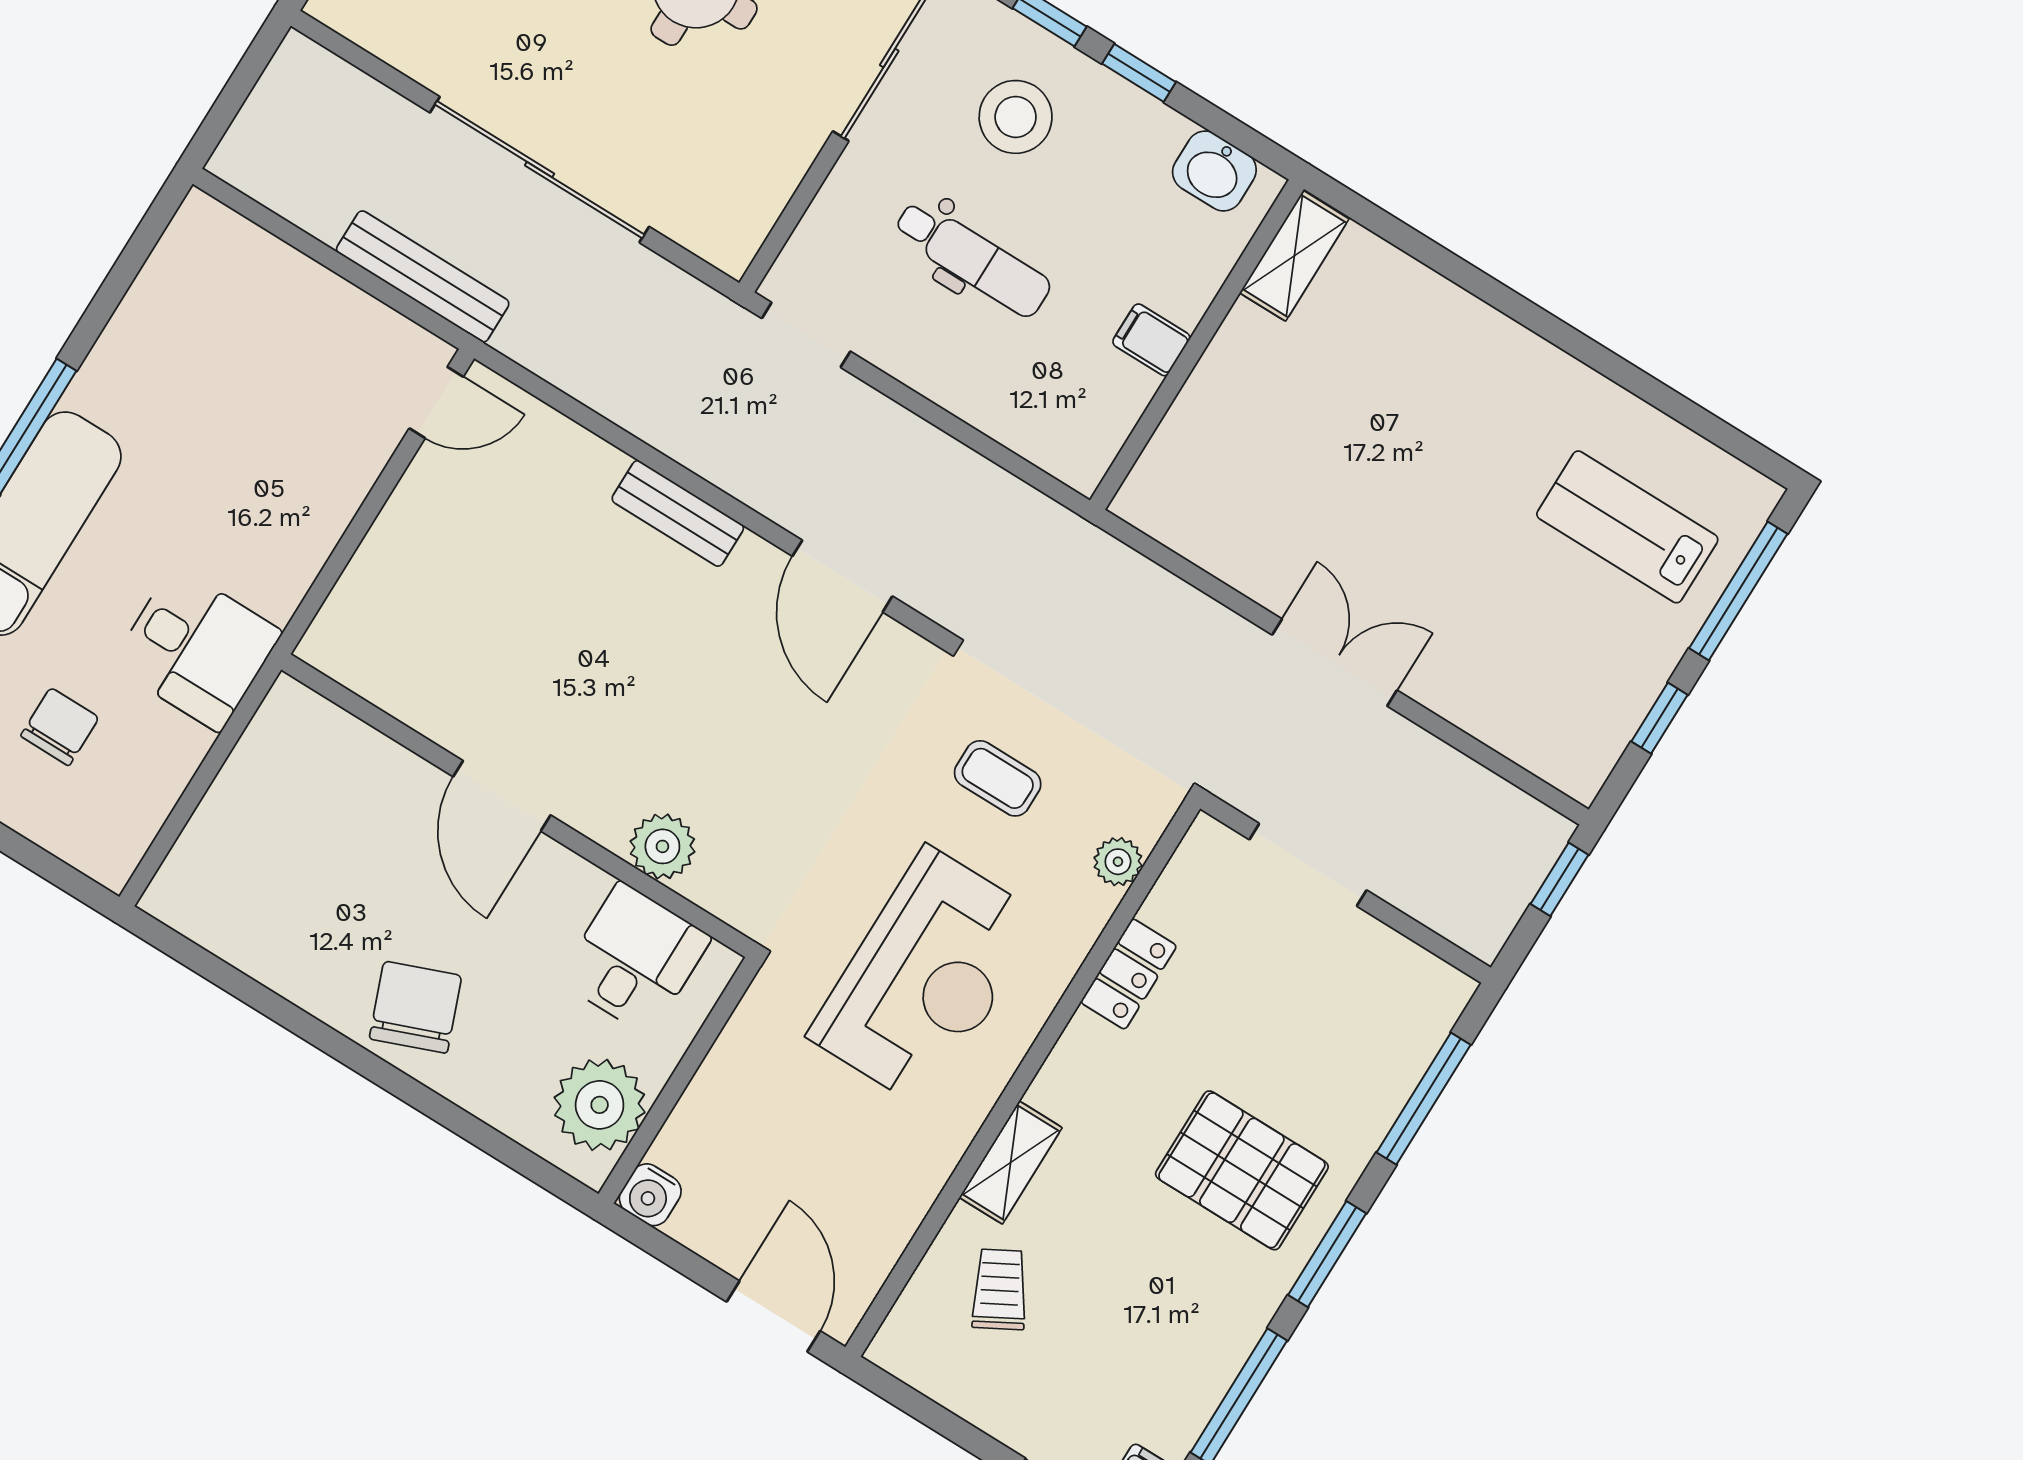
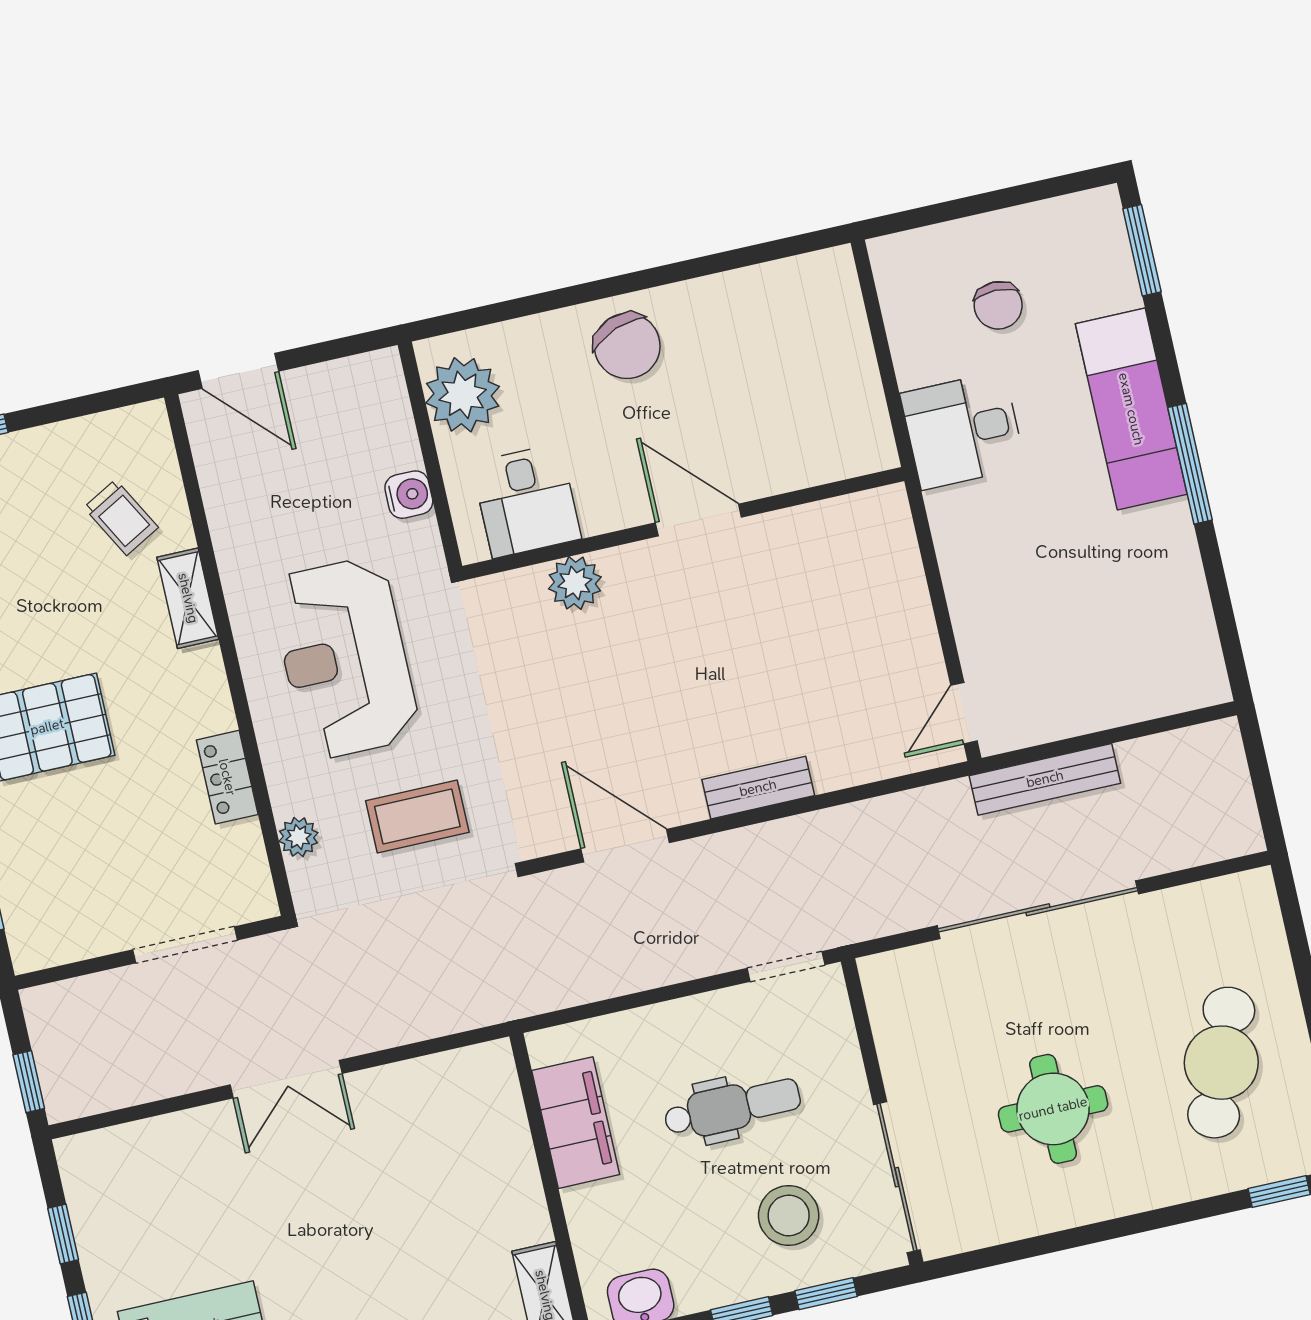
dental chair: (972, 258) -> (732, 1107), turned 180
filing cabinet: (1151, 340) -> (576, 1123), width x3.00, depth x1.17
coffee table: (998, 778) -> (417, 816), width x1.36, depth x1.30
water cooler: (650, 1195) -> (409, 495), moved, turned 90

